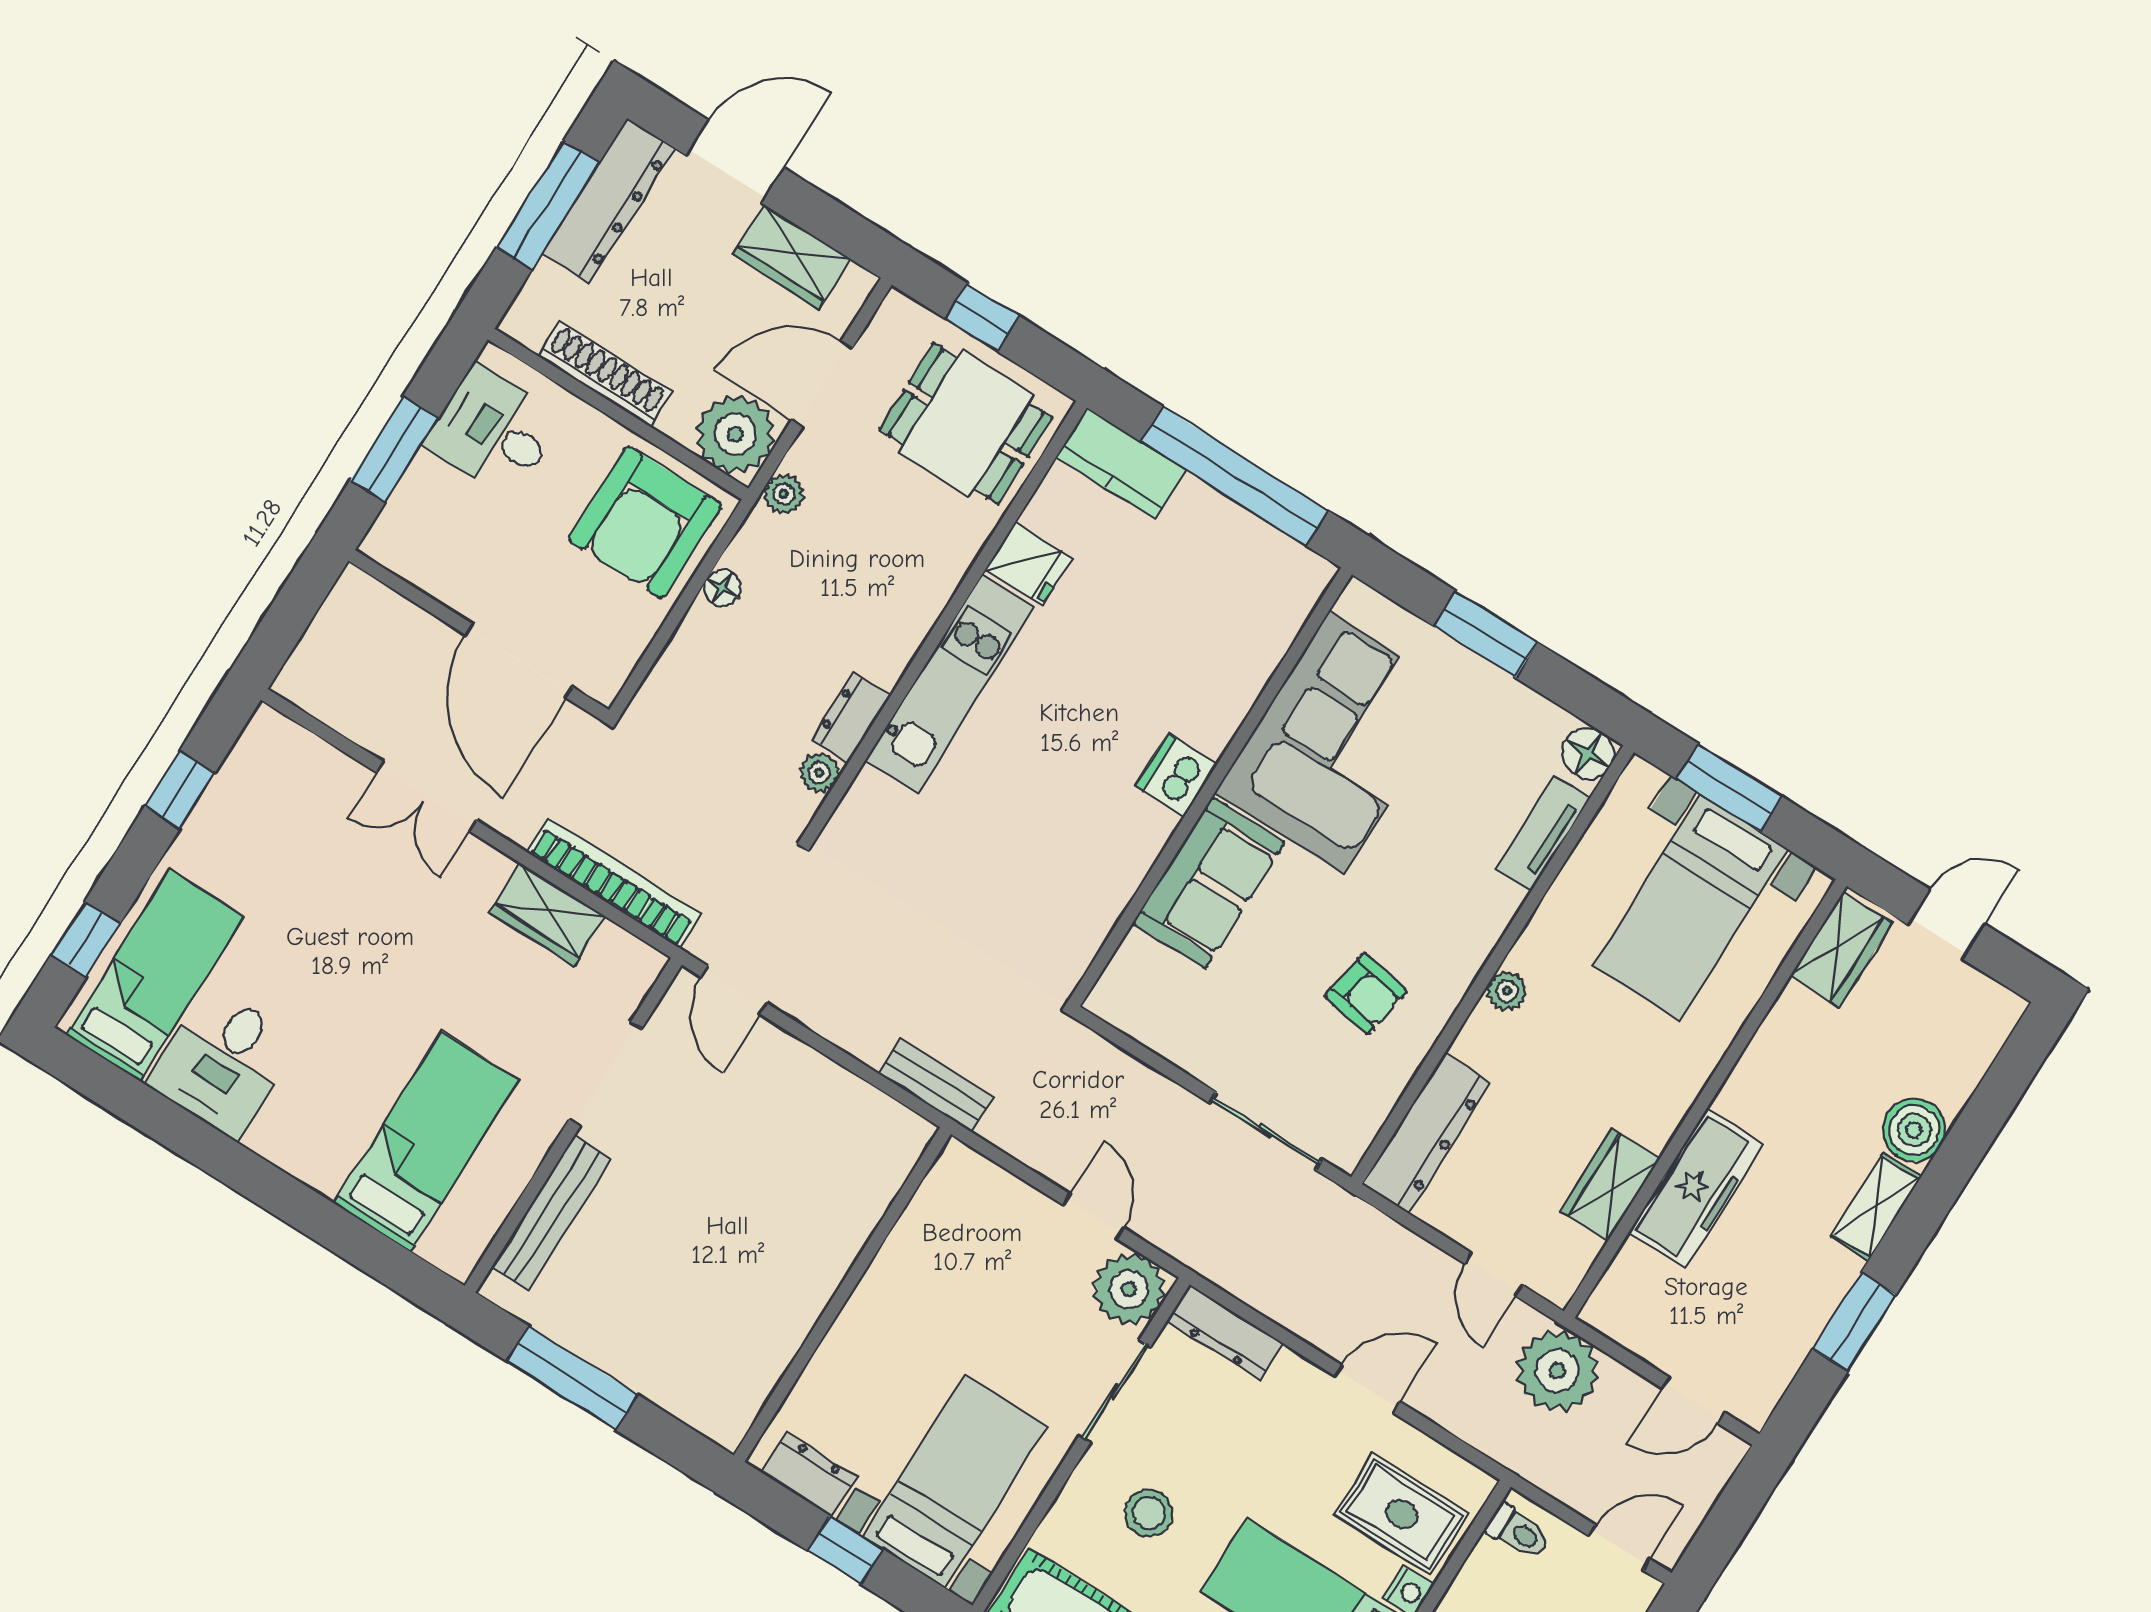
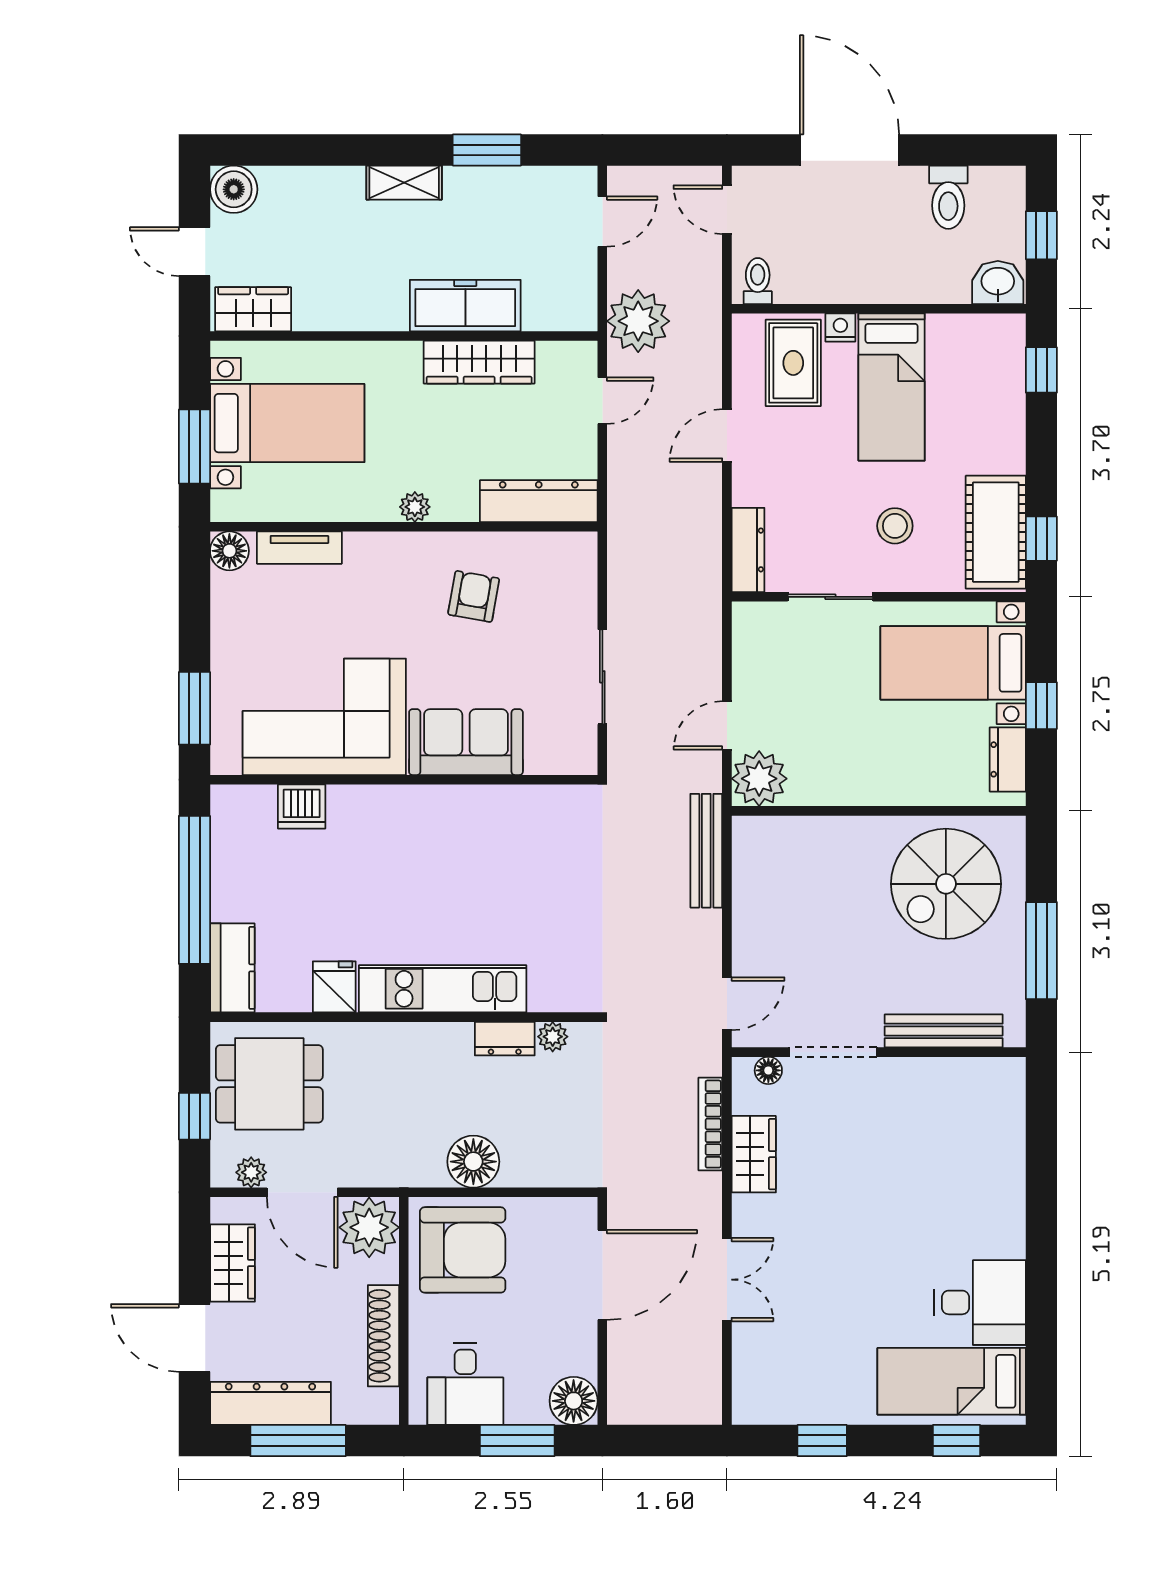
dining table: (966, 423) -> (269, 1084), turned 90
plant: (784, 494) -> (251, 1172), moved
floor lamp: (399, 540) -> (574, 1401), added
floor lamp: (722, 588) -> (473, 1162), width x1.89, depth x1.89
window: (1486, 634) -> (194, 708), moved
dishwasher: (1176, 775) -> (302, 807), moved
bookcase: (614, 883) -> (710, 1124), width x0.68, depth x0.76
floor lamp: (630, 989) -> (768, 1070), added
bench: (936, 1085) -> (706, 851), width x1.36
boiler: (1914, 1130) -> (234, 189), moved
sliding door: (1266, 1131) -> (602, 677), moved
bed: (426, 1142) -> (949, 1140), removed
wardrobe: (1610, 1185) -> (479, 362), width x1.50
door: (1094, 1217) -> (727, 725), moved
plant: (1129, 1289) -> (759, 779), moved
spiral stairs: (714, 1319) -> (946, 884), added
door: (1367, 1389) -> (727, 436), hinge flipped
door: (1694, 1400) -> (602, 221), hinge flipped

